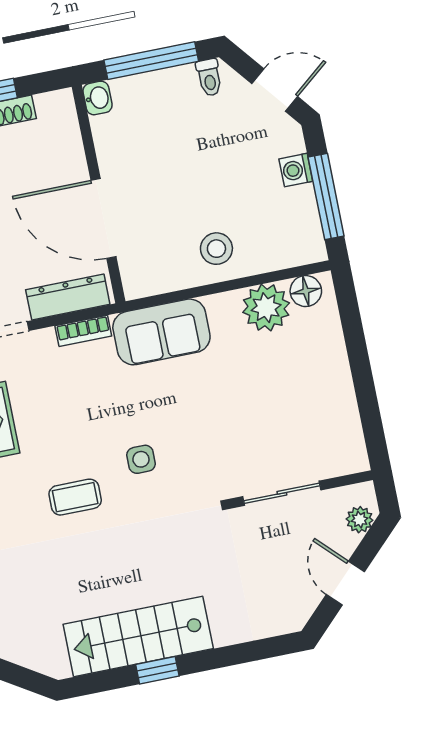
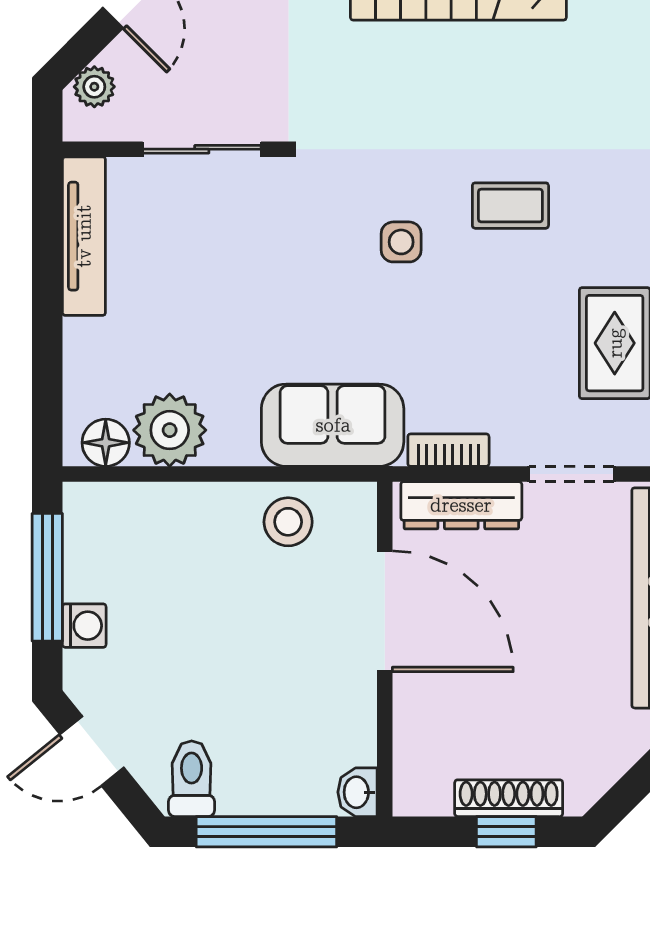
toilet: (209, 77) -> (192, 779), width x1.37, depth x1.39
stool: (216, 249) -> (288, 522), moved
tv unit: (347, 422) -> (84, 236), added

